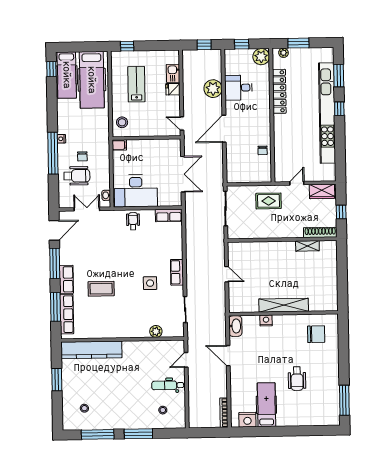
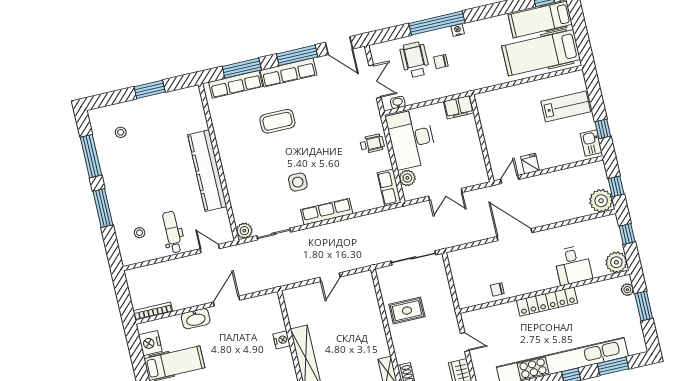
window: (127, 46) -> (603, 129), moved
kitchen sink: (173, 73) -> (591, 143), moved, turned -90
lab bench: (136, 84) -> (566, 106), moved
desk: (238, 88) -> (573, 265), moved, turned 180
fridge: (173, 89) -> (530, 164), moved
plant: (213, 89) -> (601, 201), moved
locker: (279, 91) -> (547, 302), moved
stool: (122, 122) -> (495, 103), removed
filing cabinet: (119, 145) -> (459, 107), width x2.00
double door: (183, 174) -> (445, 194), width x0.73
wheelchair: (77, 176) -> (415, 60), turned 180
plant: (164, 200) -> (407, 178), added
rug: (269, 201) -> (407, 311), moved, turned 90
row of seats: (177, 272) -> (327, 212), width x1.48
row of seats: (66, 279) -> (288, 73), width x1.48
coffee table: (101, 289) -> (277, 121), turned 90
washbasin: (235, 326) -> (196, 319), moved
plant: (156, 331) -> (244, 231), moved
kitchen counter: (91, 350) -> (207, 171), moved

